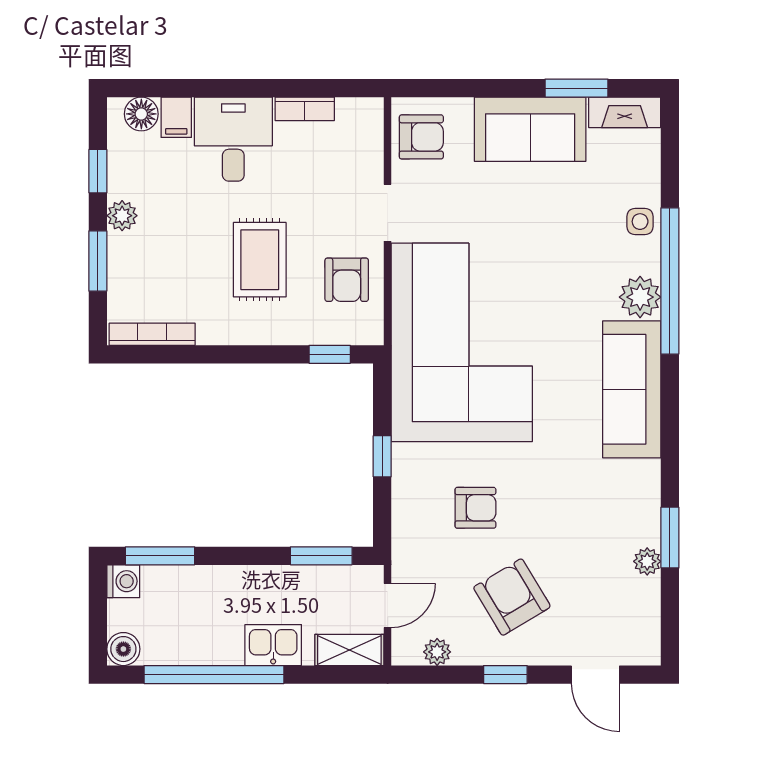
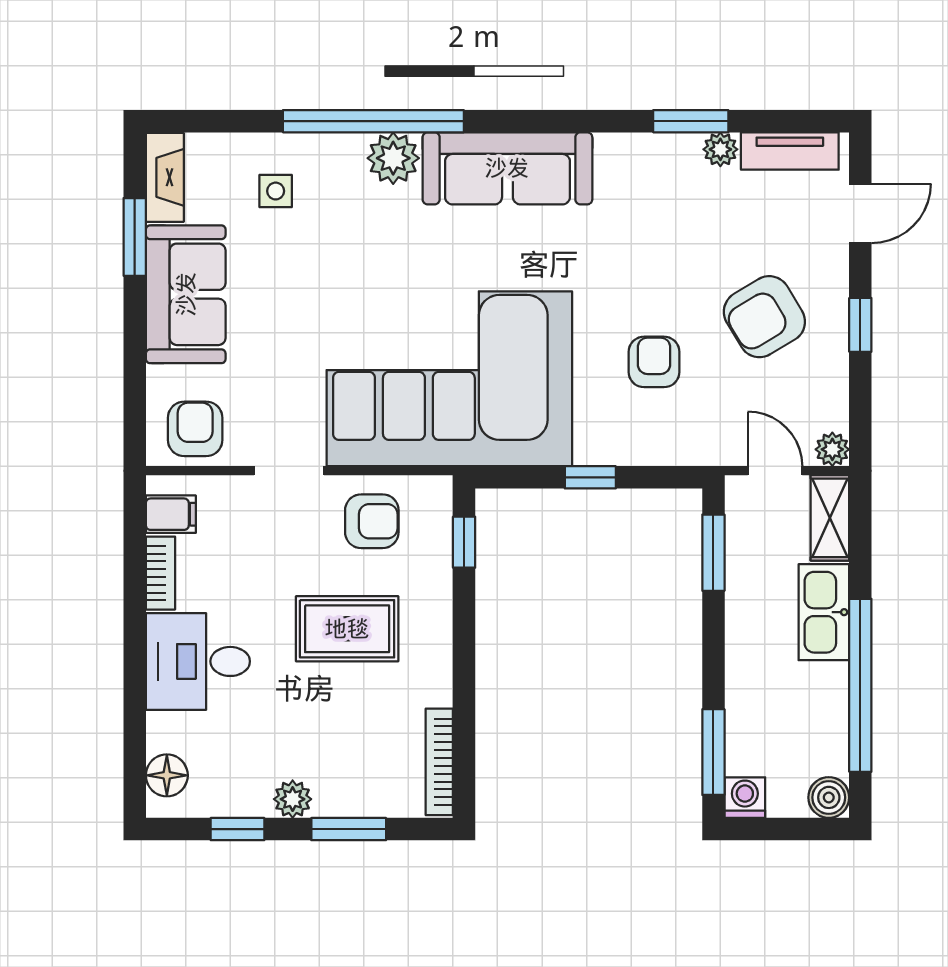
filing cabinet: (176, 117) -> (171, 514), moved
side table: (640, 222) -> (276, 191), moved
tv unit: (646, 618) -> (790, 151), added
kitchen sink: (273, 645) -> (824, 612), width x1.38
plant: (437, 652) -> (832, 449), moved

